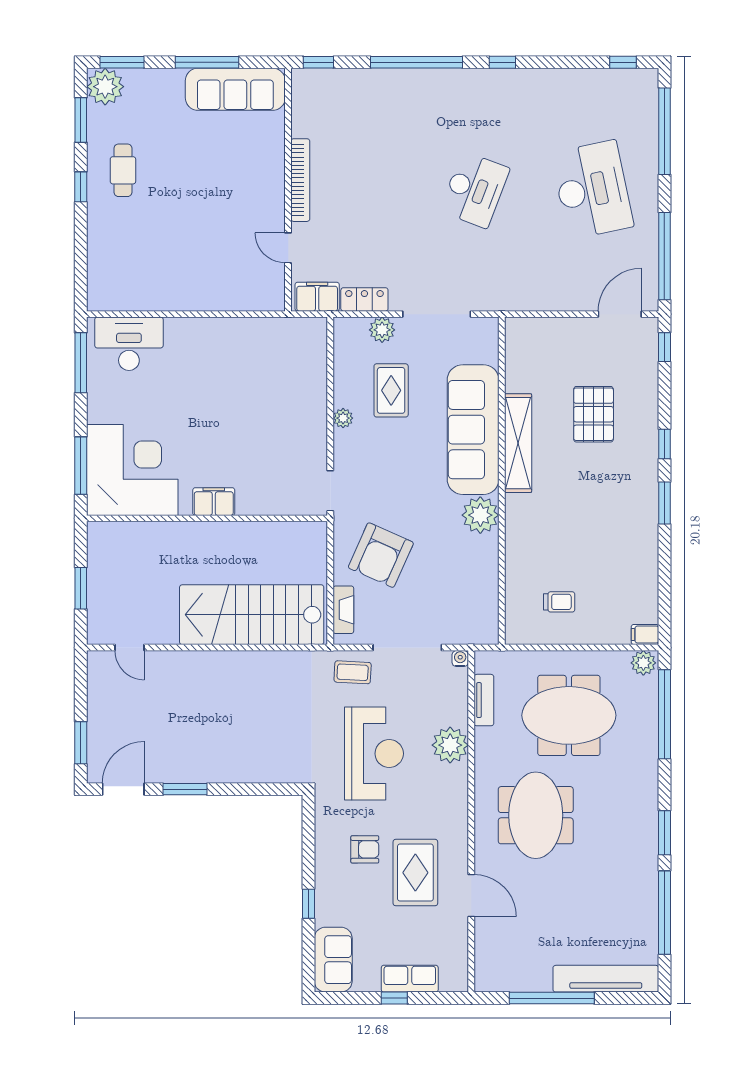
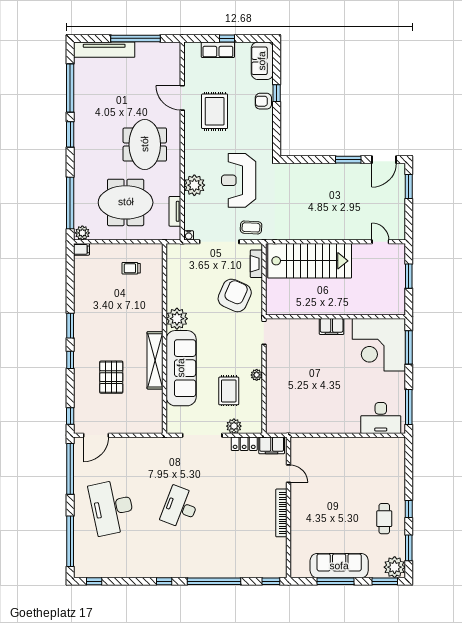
sofa: (235, 89) -> (339, 566), moved
armchair: (365, 849) -> (263, 101), moved

